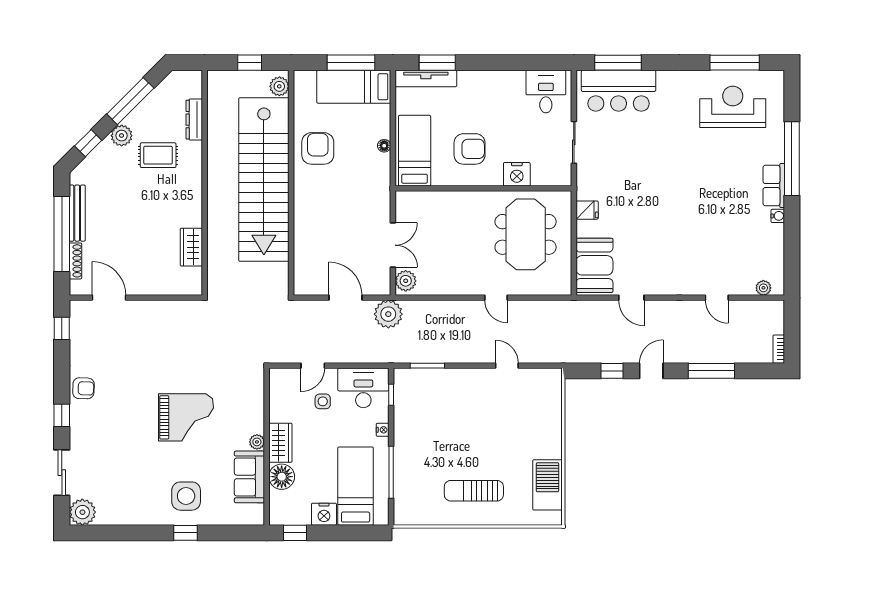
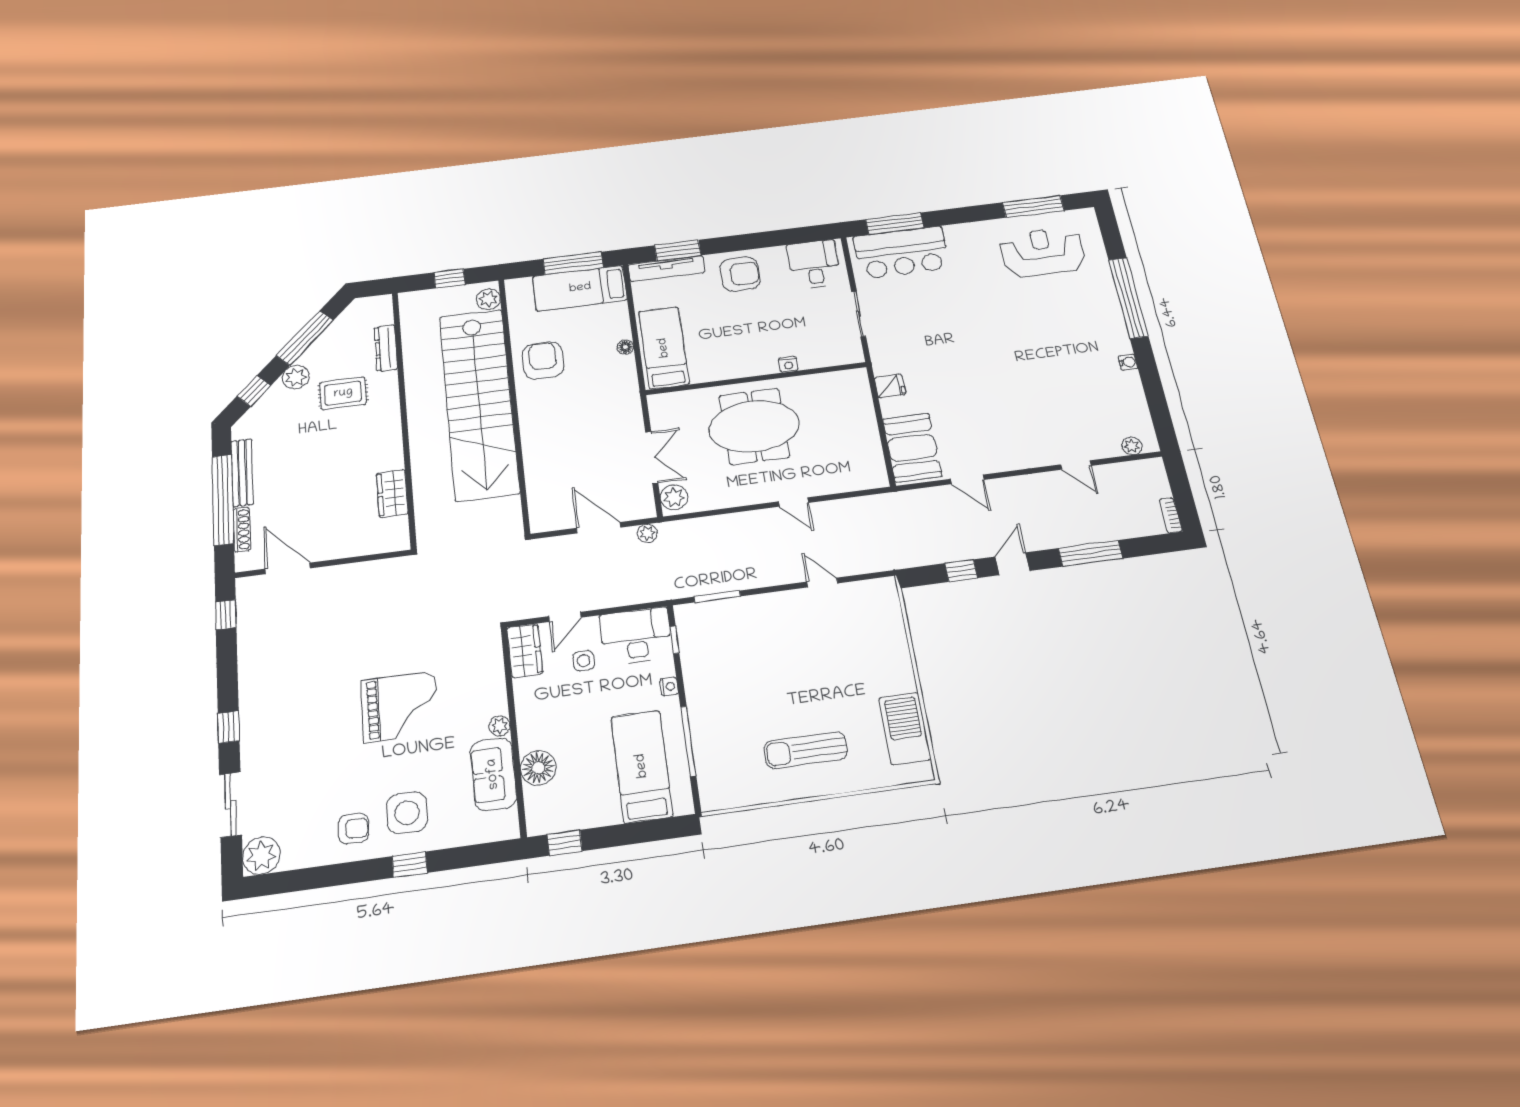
armchair: (470, 149) -> (740, 274), moved
nightstand: (517, 174) -> (788, 364), width x0.53, depth x0.56
row of seats: (774, 186) -> (1114, 330), removed
meeting table: (526, 234) -> (754, 426), moved, turned 90
plant: (388, 314) -> (647, 533), width x0.53, depth x0.53
armchair: (83, 388) -> (353, 829), moved
wardrobe: (280, 443) -> (525, 651), moved
nightstand: (324, 514) -> (603, 811), removed

